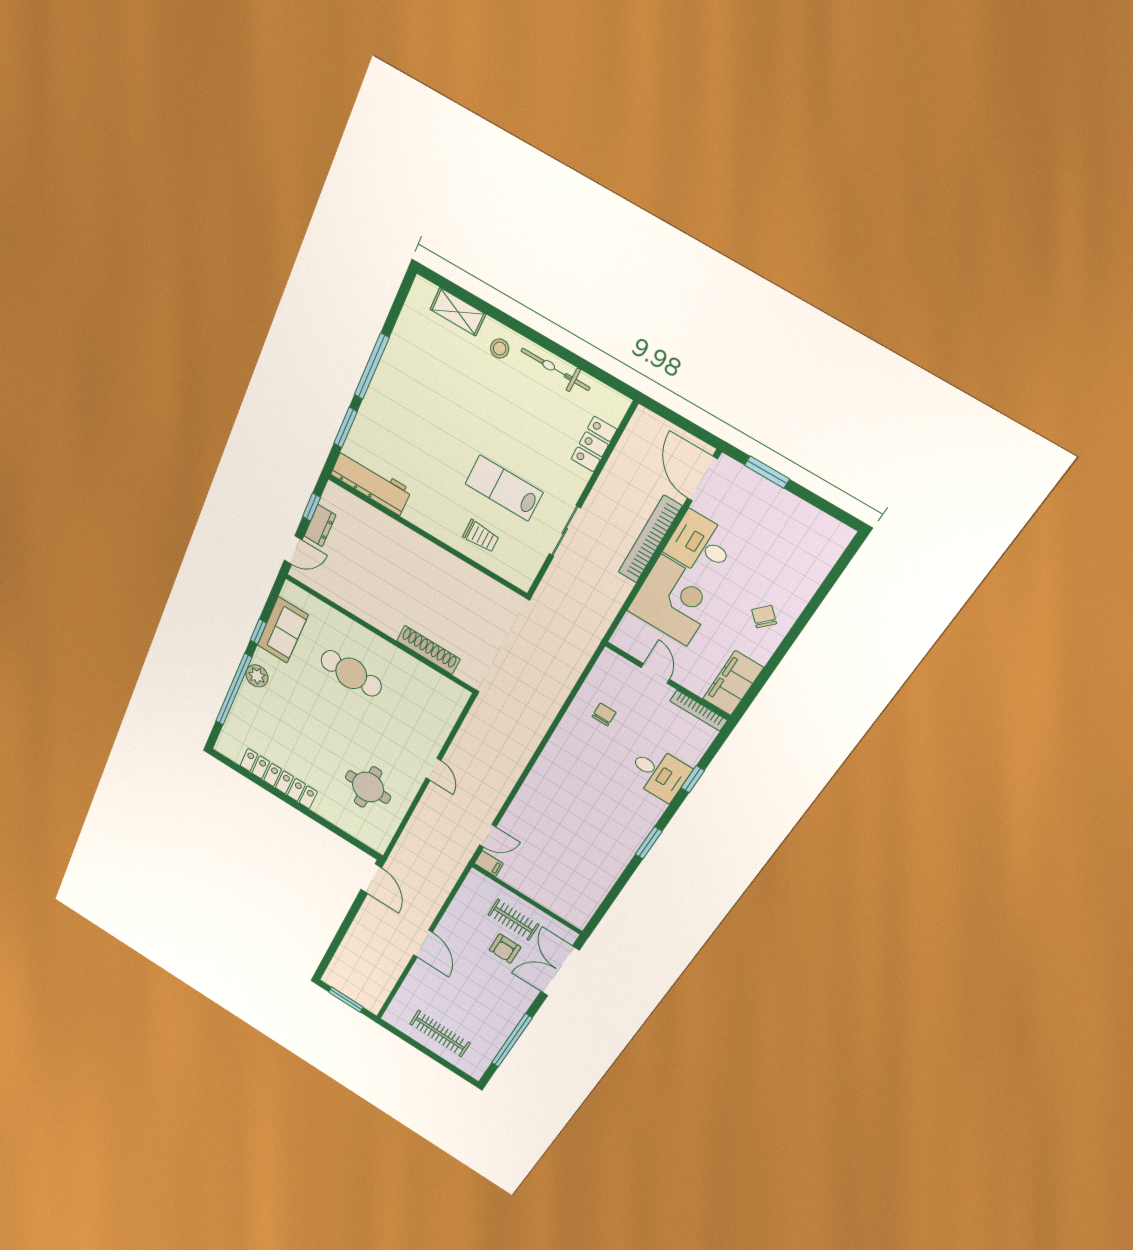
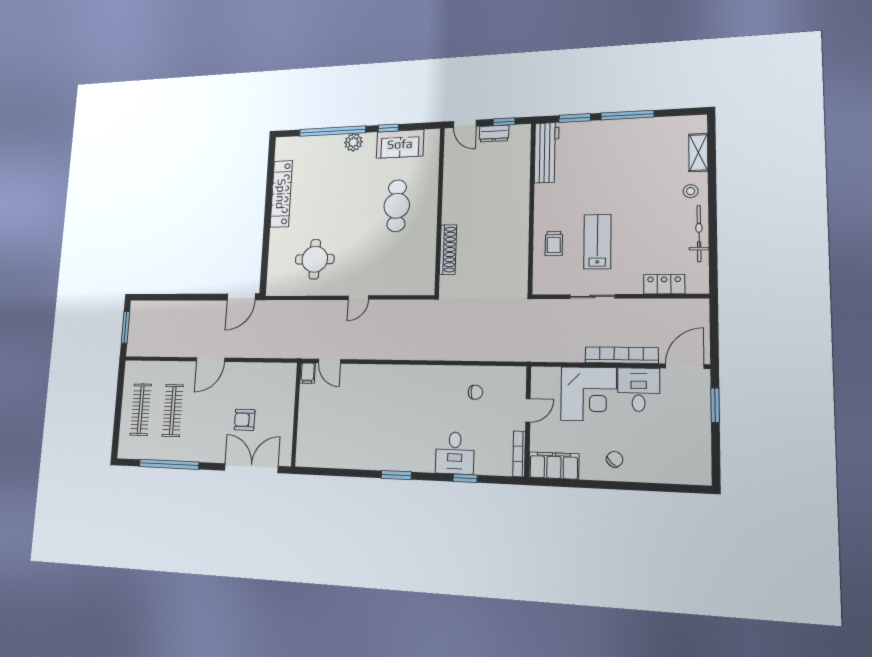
clothes rail: (513, 920) -> (173, 411), moved, width x1.36

